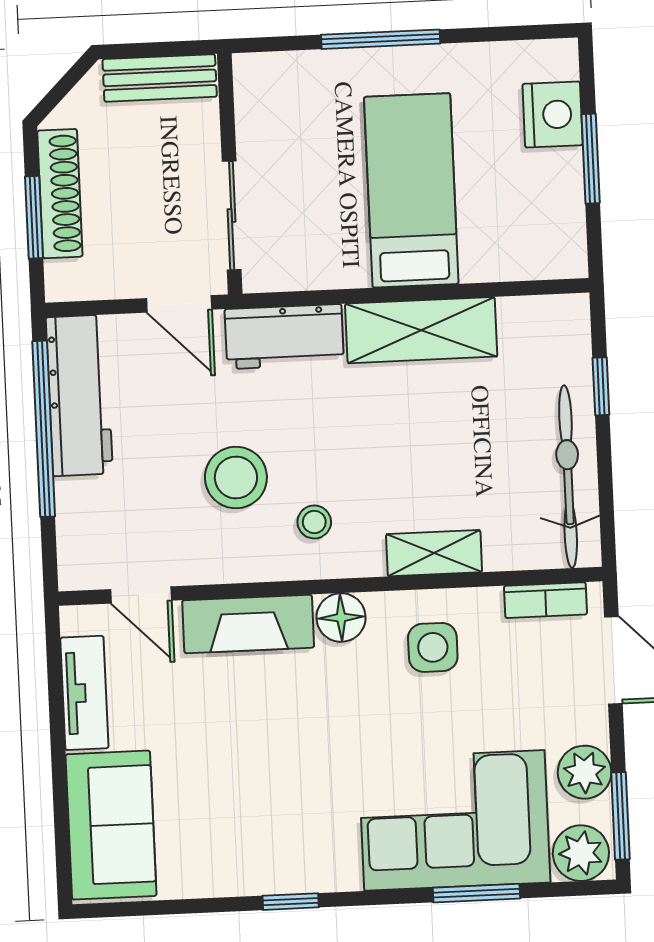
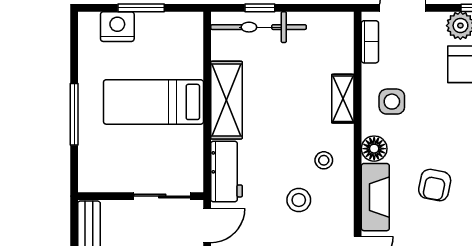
stool: (236, 477) -> (299, 200), width x0.73, depth x0.73
bicycle: (568, 477) -> (259, 27), moved
armchair: (276, 737) -> (435, 185), added

